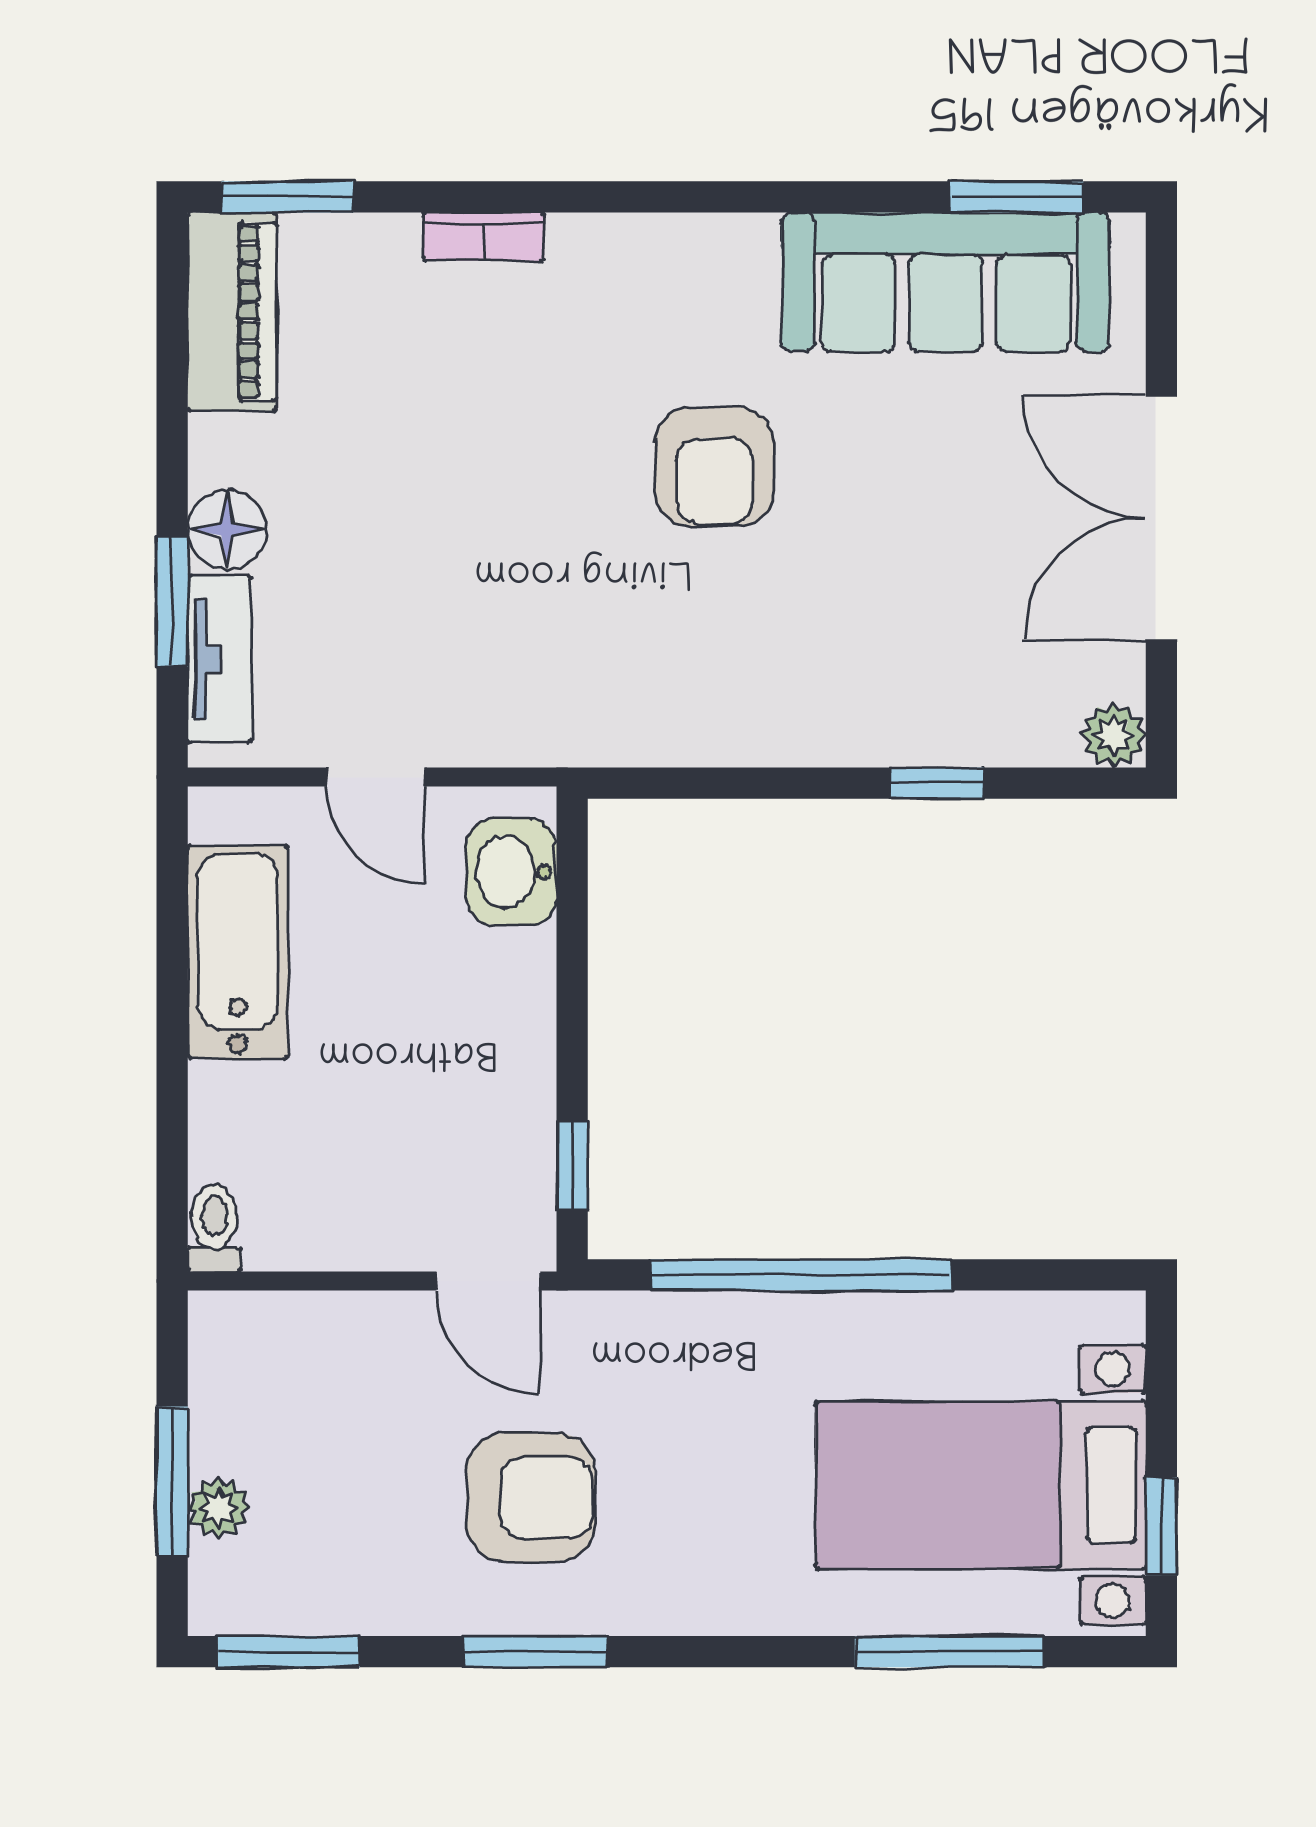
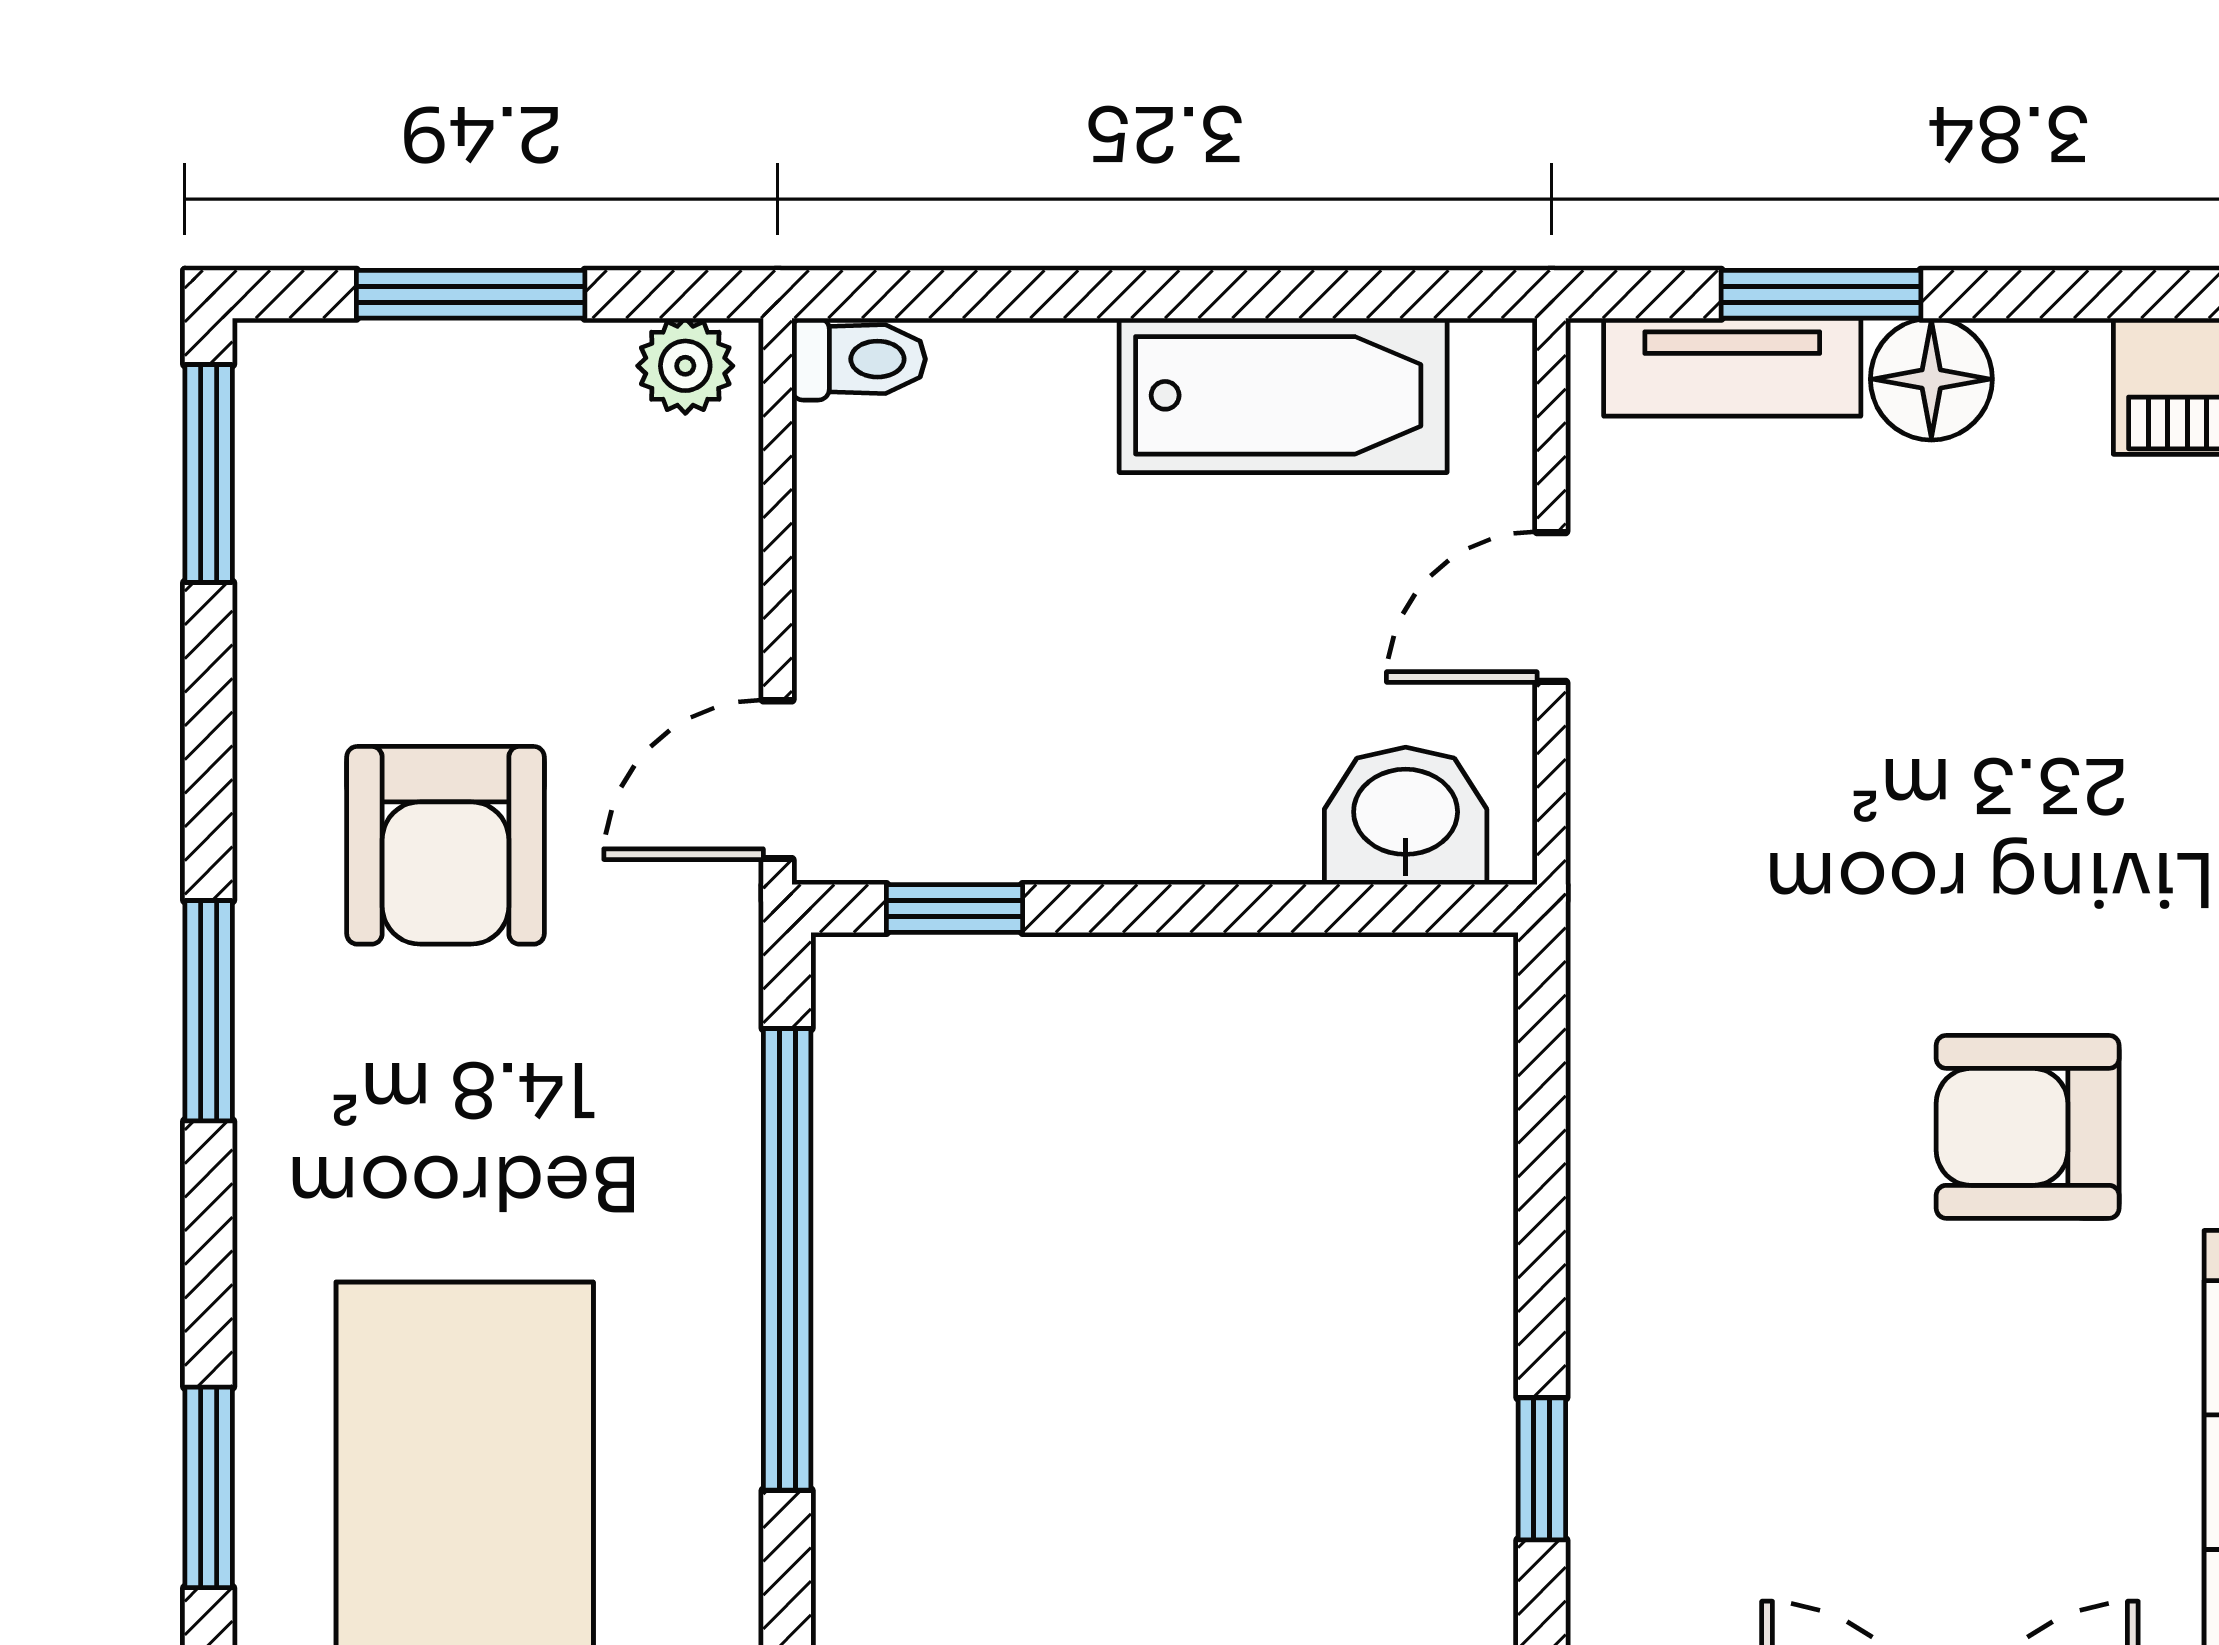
plant: (219, 1508) -> (685, 366), moved
window: (535, 1652) -> (209, 1011), moved
window: (949, 1652) -> (209, 1487), width x0.69

